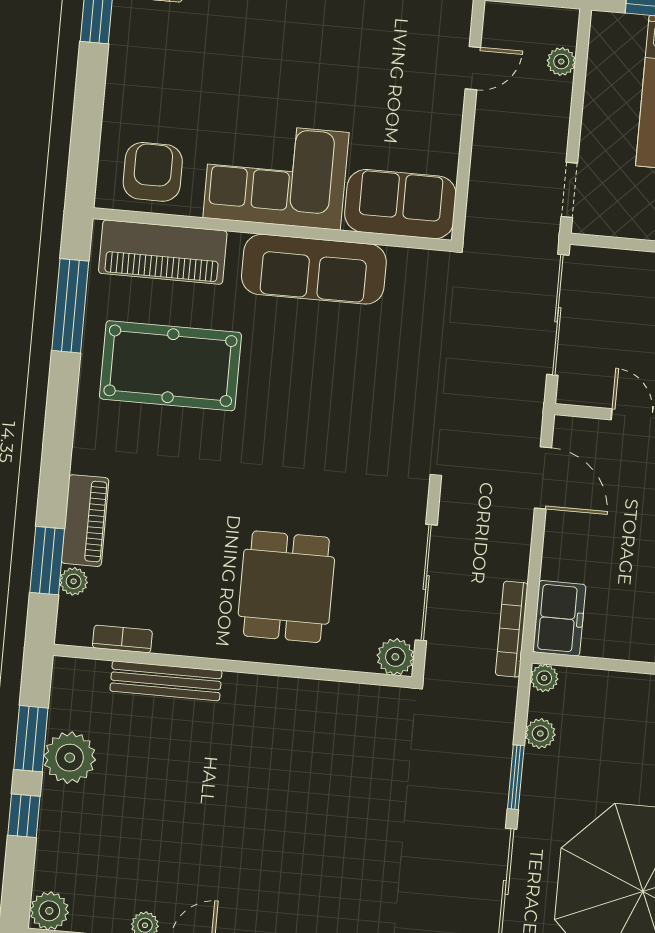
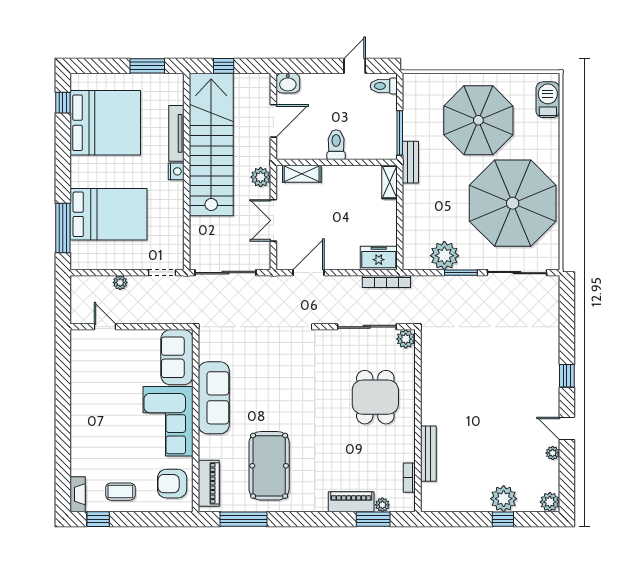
plant: (561, 62) -> (120, 283), moved
coffee table: (146, 69) -> (120, 492), added
piano: (163, 252) -> (209, 483), width x0.73, depth x0.75
dining table: (286, 587) -> (375, 397), turned 90
plant: (544, 678) -> (410, 263), removed
plant: (540, 733) -> (444, 256), width x1.87, depth x1.87
window: (31, 739) -> (464, 519), removed
plant: (70, 758) -> (504, 499), moved

